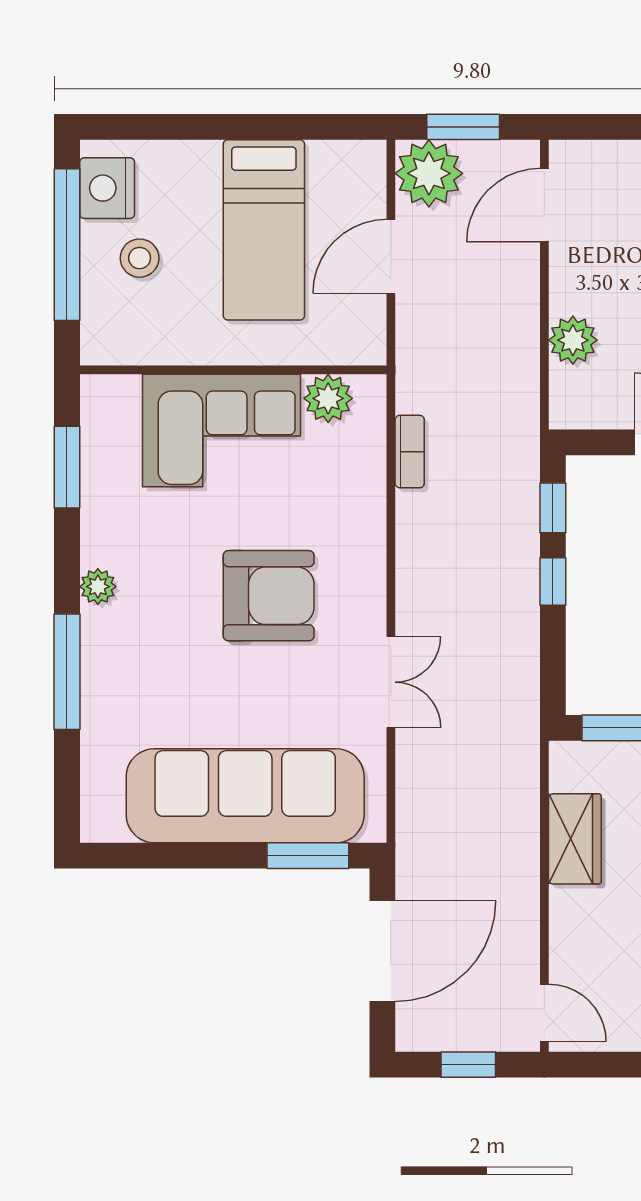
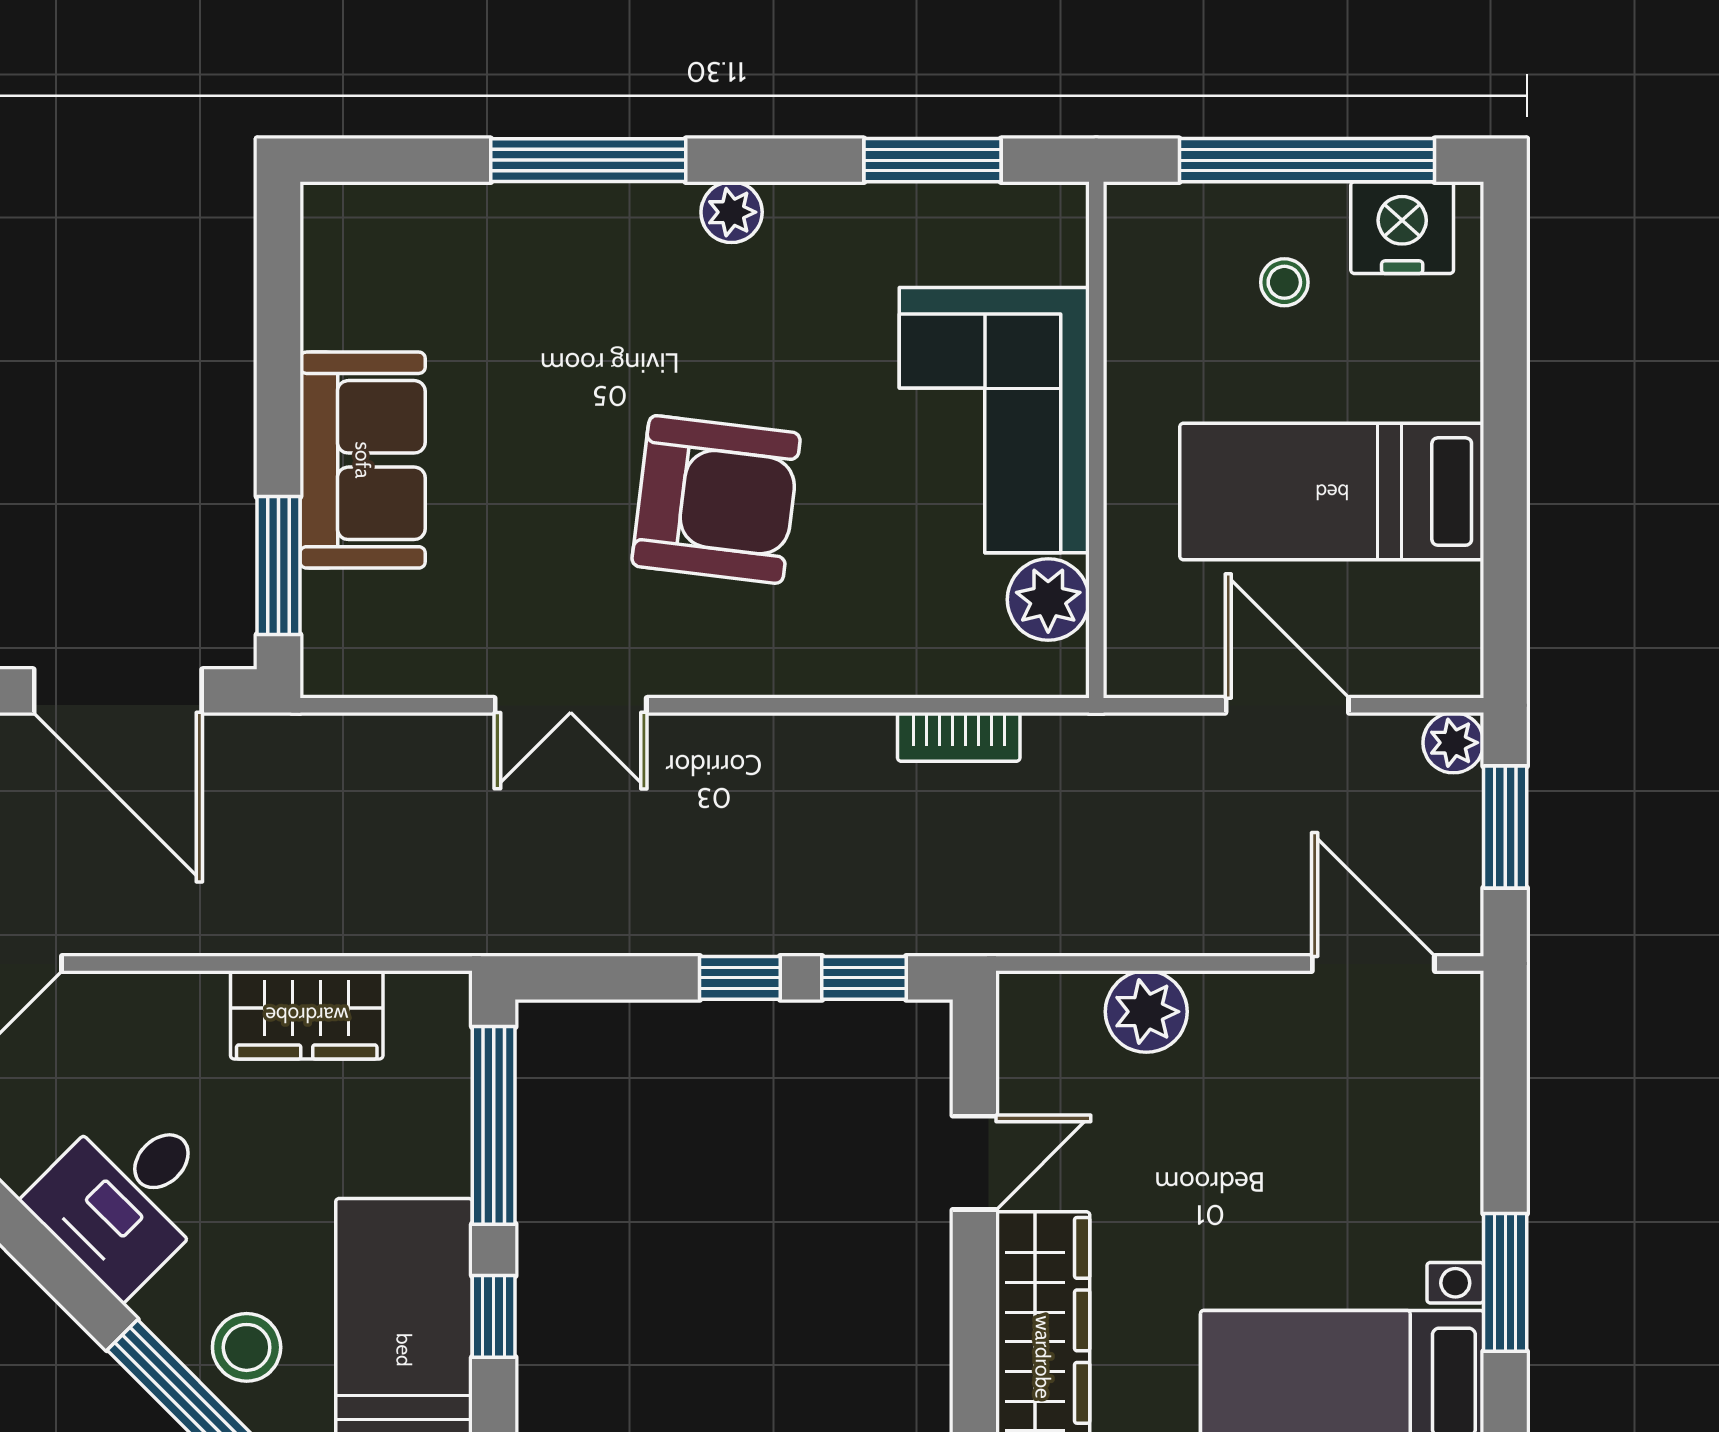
plant: (429, 173) -> (1453, 743), width x0.53, depth x0.53
stool: (140, 258) -> (1284, 282), width x0.73, depth x0.73
armchair: (269, 596) -> (716, 499), turned -83
sofa: (245, 796) -> (363, 460), width x0.54, depth x0.79

